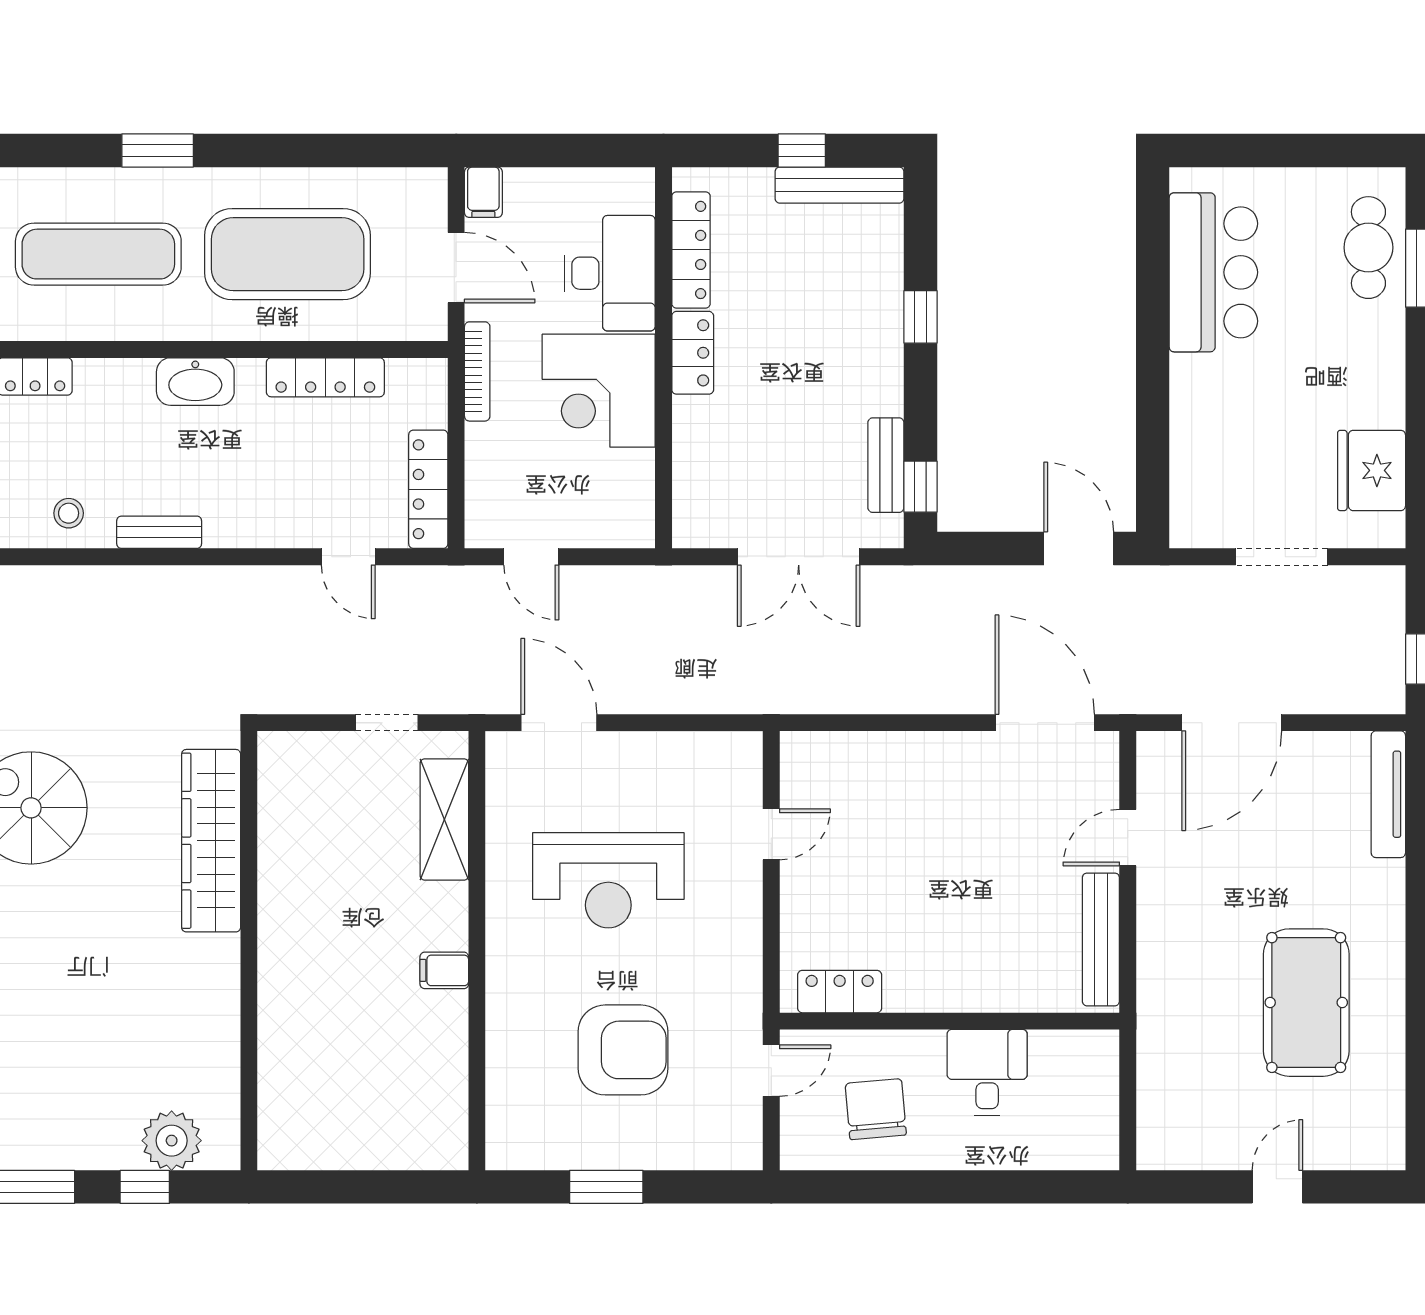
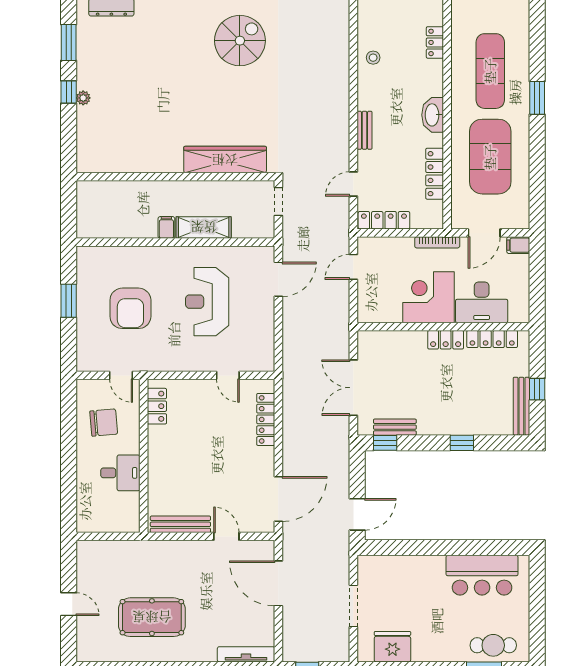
bench: (159, 532) -> (364, 130), moved
locker: (869, 751) -> (266, 419), added
shelving: (444, 819) -> (204, 227), moved
wardrobe: (211, 841) -> (225, 160), moved
wall: (249, 951) -> (175, 177), moved
plant: (172, 1141) -> (83, 98), width x0.53, depth x0.53

